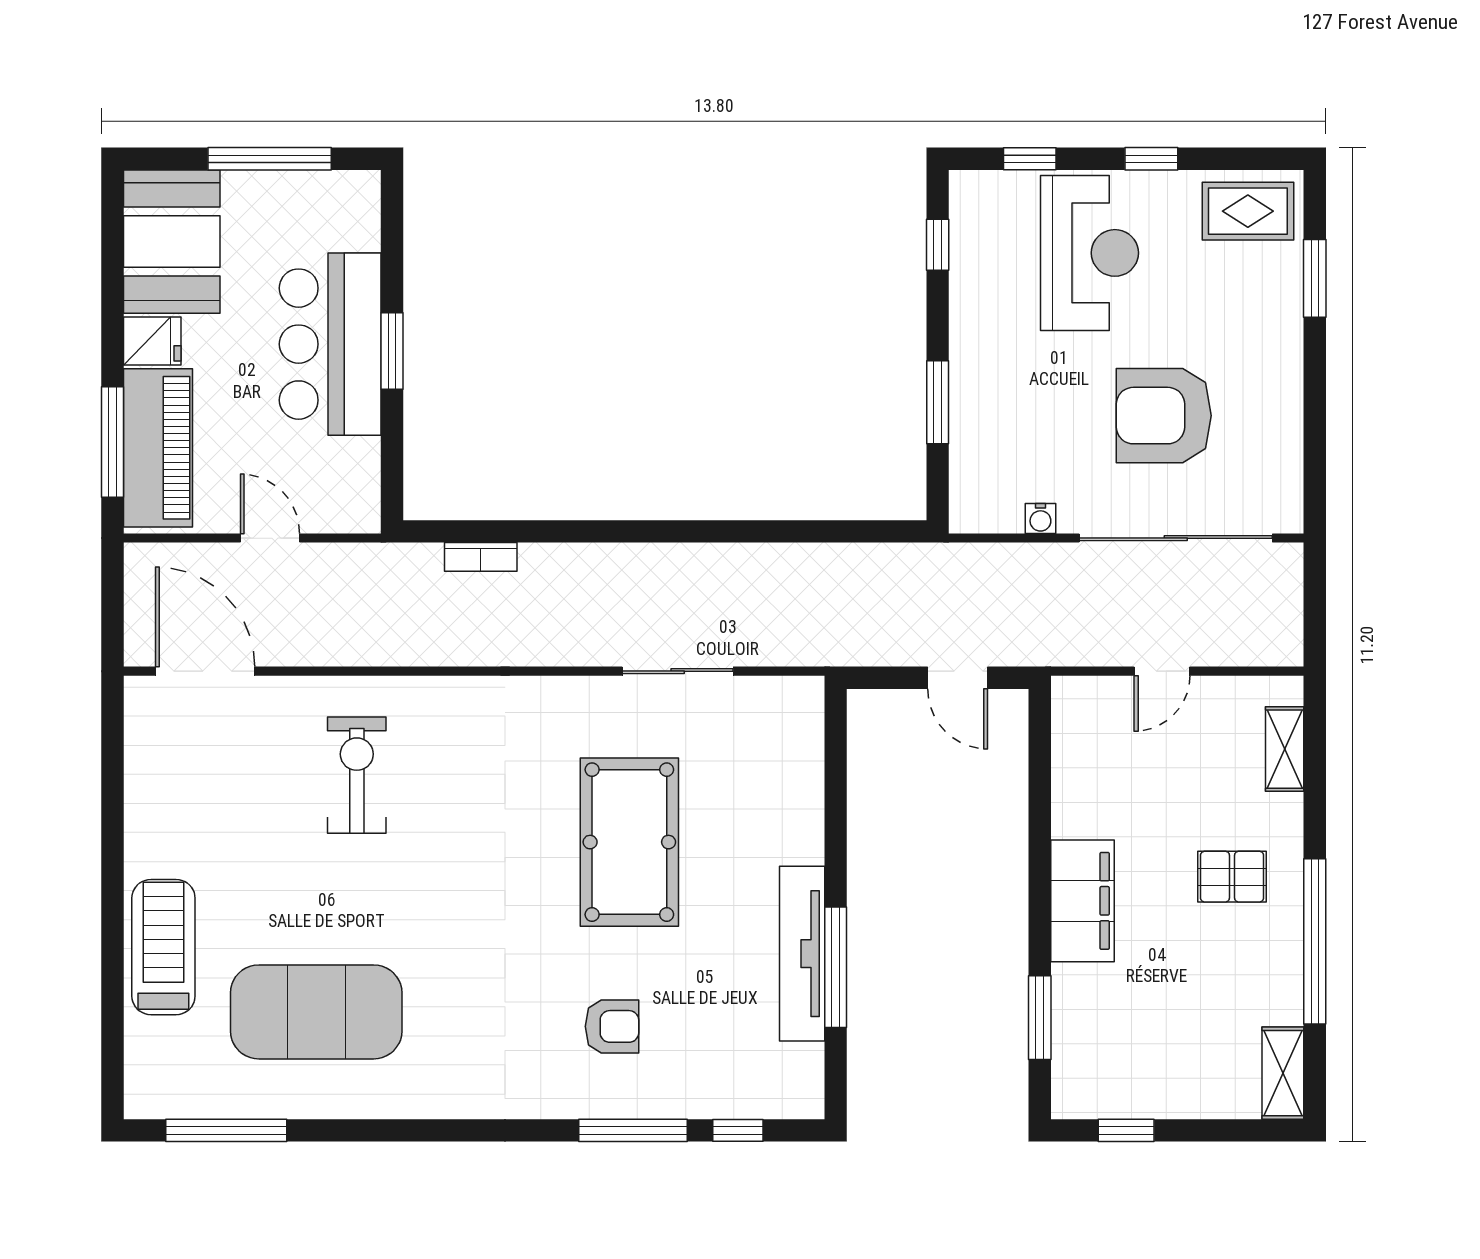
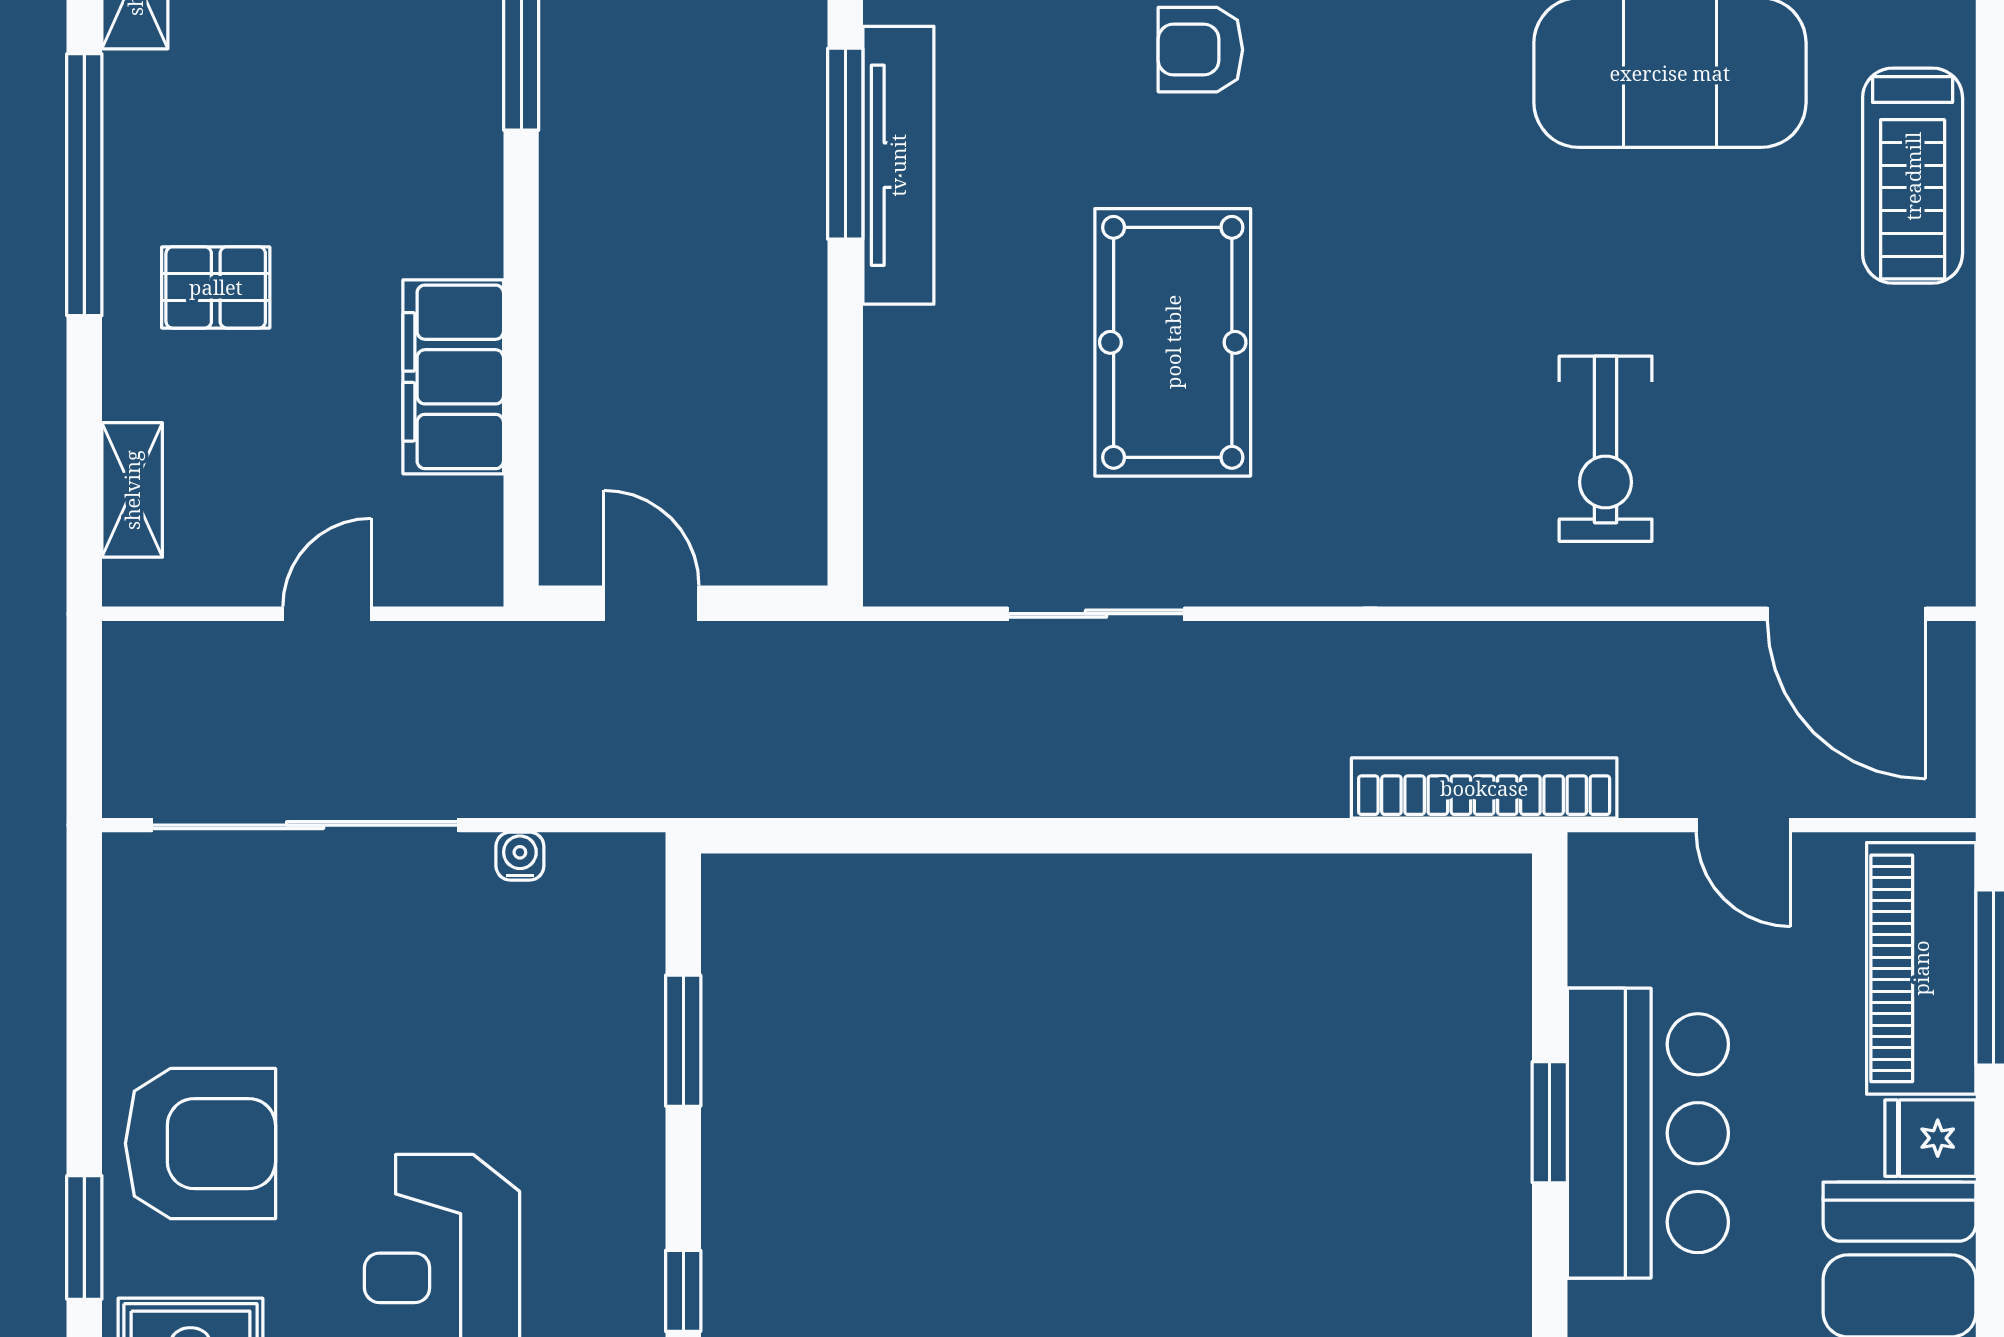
armchair: (1164, 416) -> (200, 1144), moved
bookcase: (481, 557) -> (1484, 788), width x2.31, depth x1.31
filing cabinet: (1082, 901) -> (453, 377), moved

